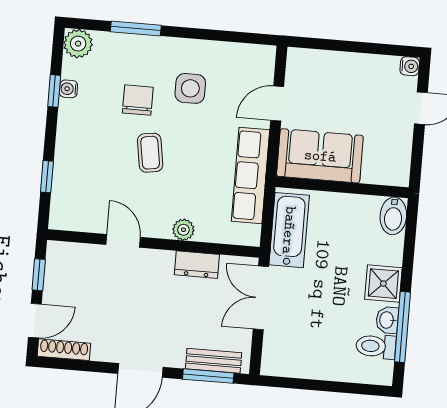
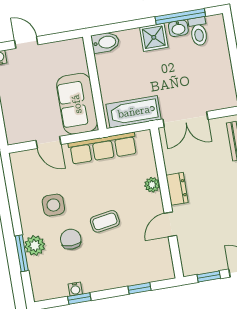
plant: (78, 44) -> (35, 245), moved
chair: (138, 100) -> (71, 239), turned 90
dresser: (197, 265) -> (177, 189), moved

